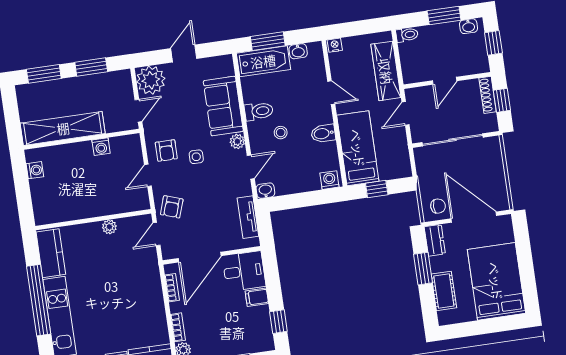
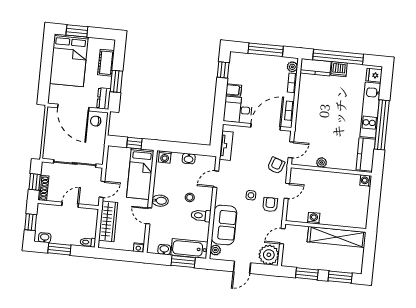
bidet: (323, 133) -> (160, 201), moved
plant: (237, 141) -> (215, 250), moved
washing machine: (35, 170) -> (366, 180), moved
washbasin: (265, 191) -> (189, 159), moved
window: (495, 325) -> (77, 31), added

